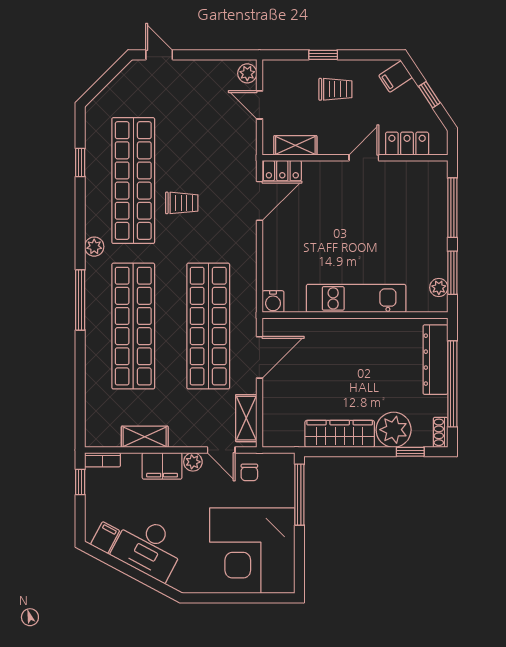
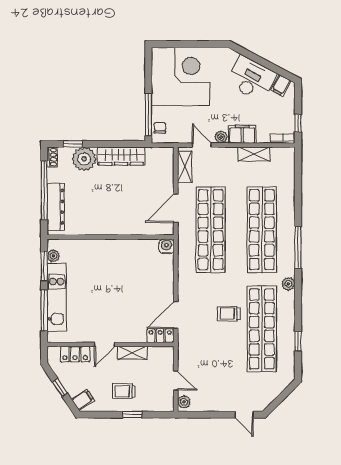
shelving: (295, 145) -> (132, 353), moved
kitchen unit: (356, 298) -> (57, 297), moved, turned -90
chair: (249, 472) -> (160, 128), moved

